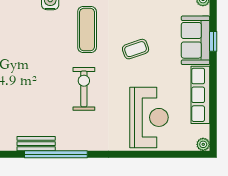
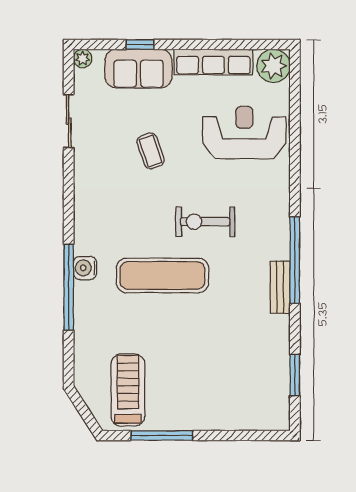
exercise mat: (87, 30) -> (162, 275), moved, width x1.36, depth x1.45
plant: (203, 144) -> (273, 66), width x1.88, depth x1.88

